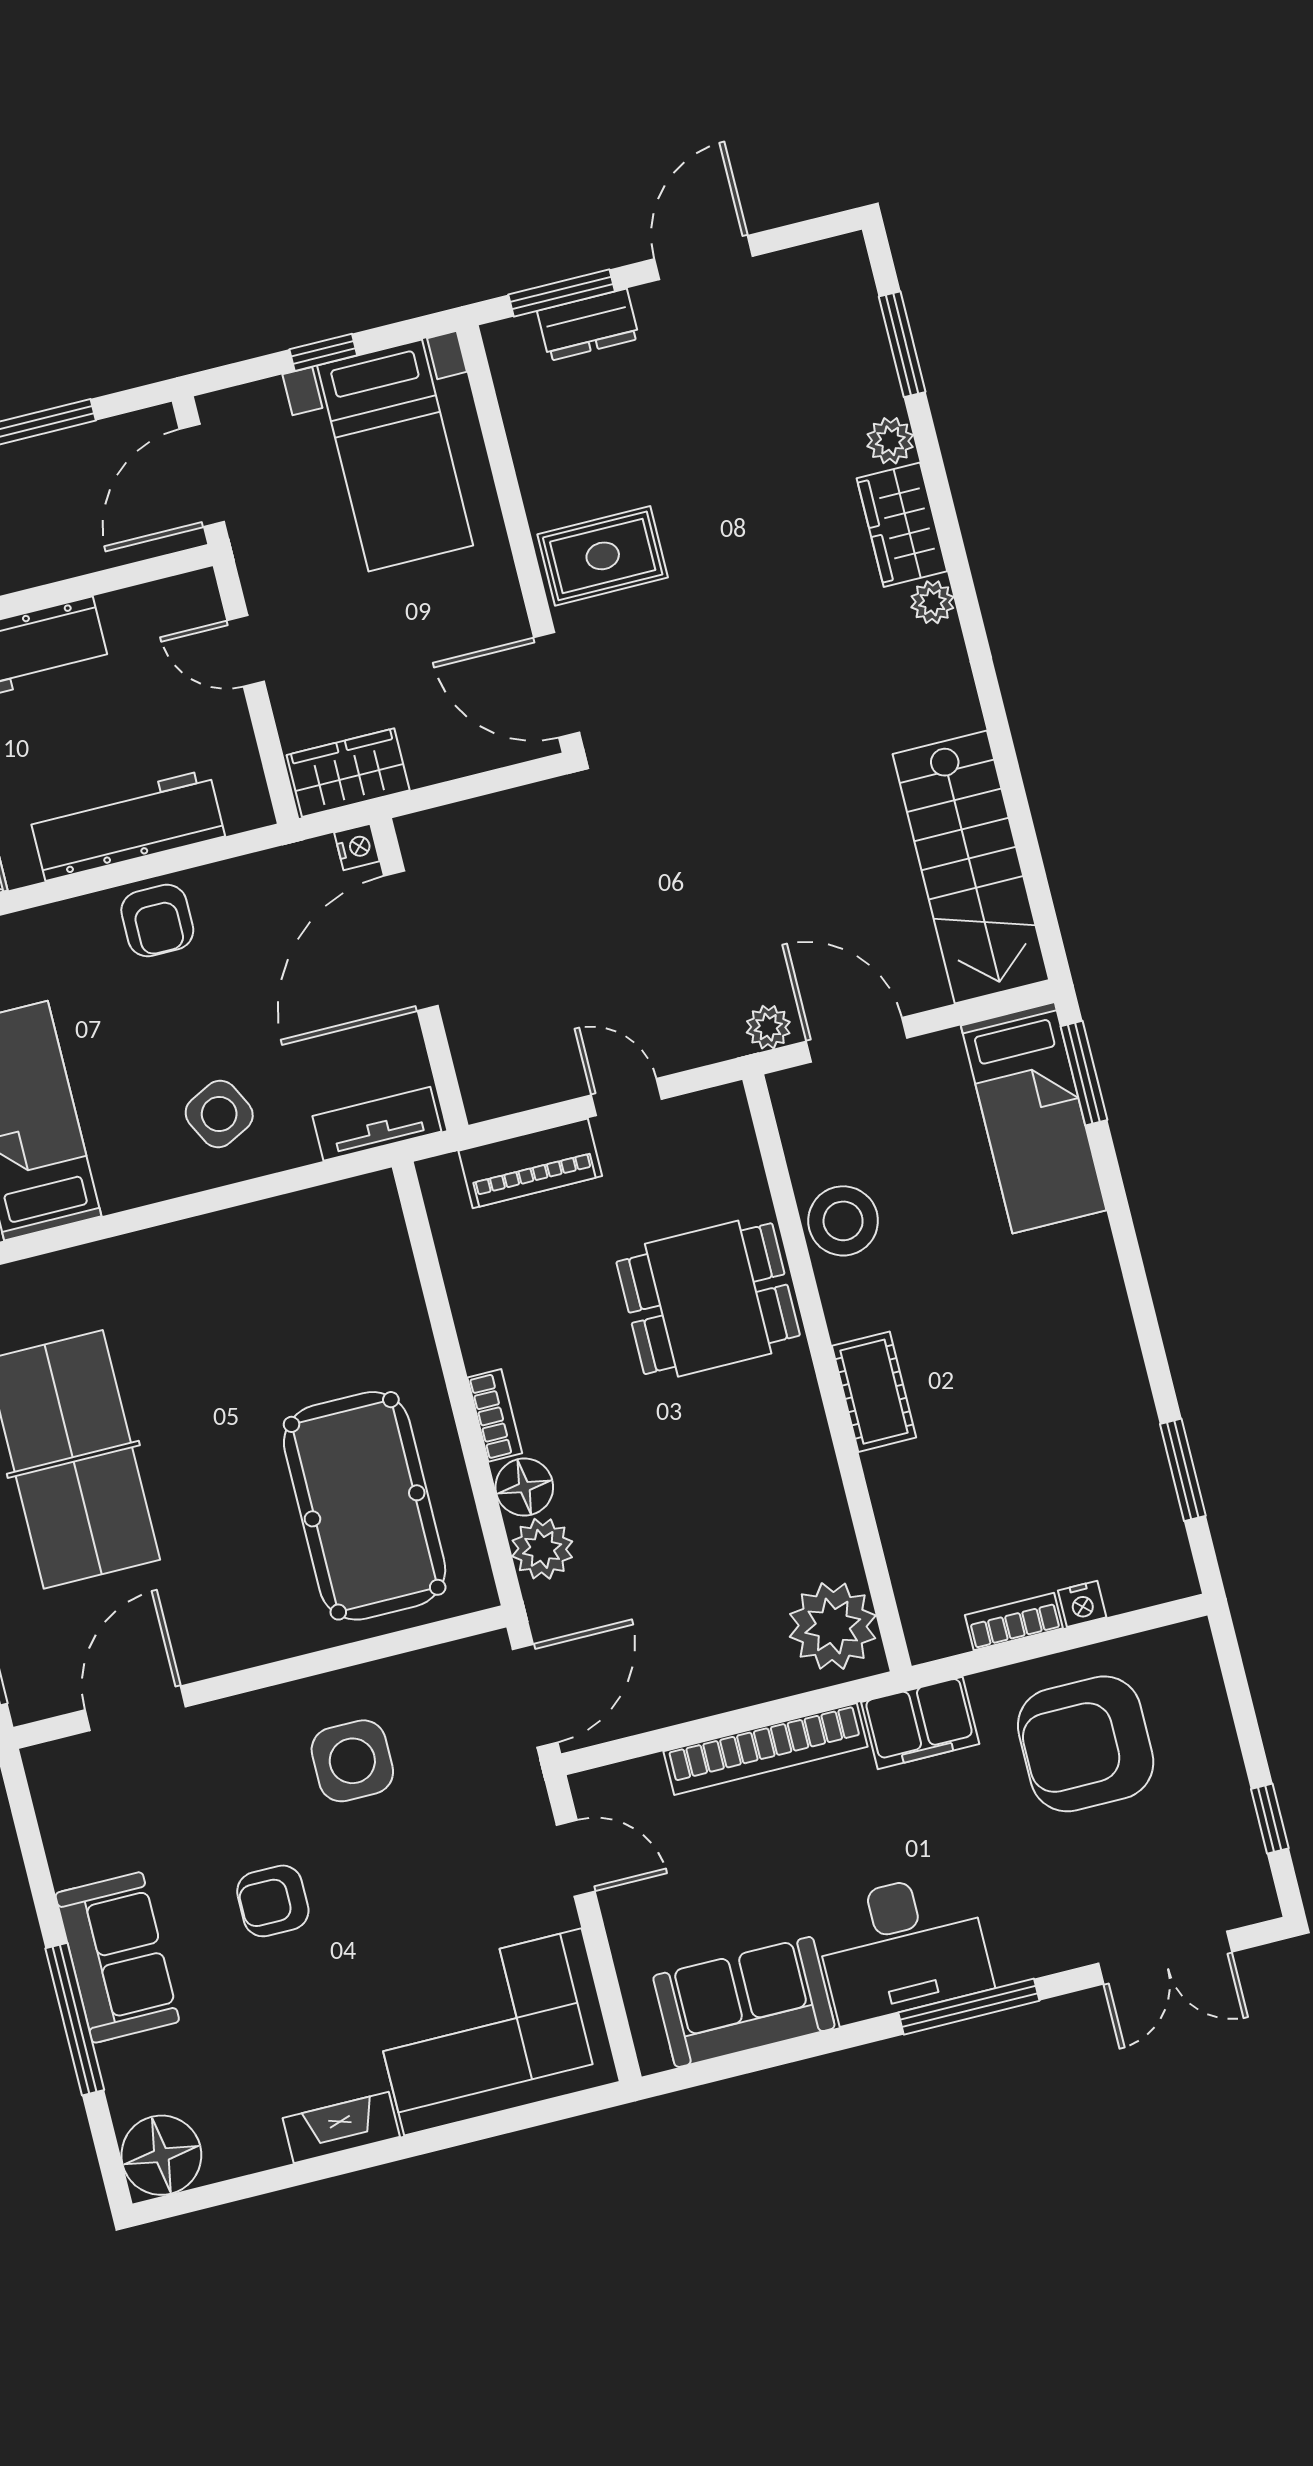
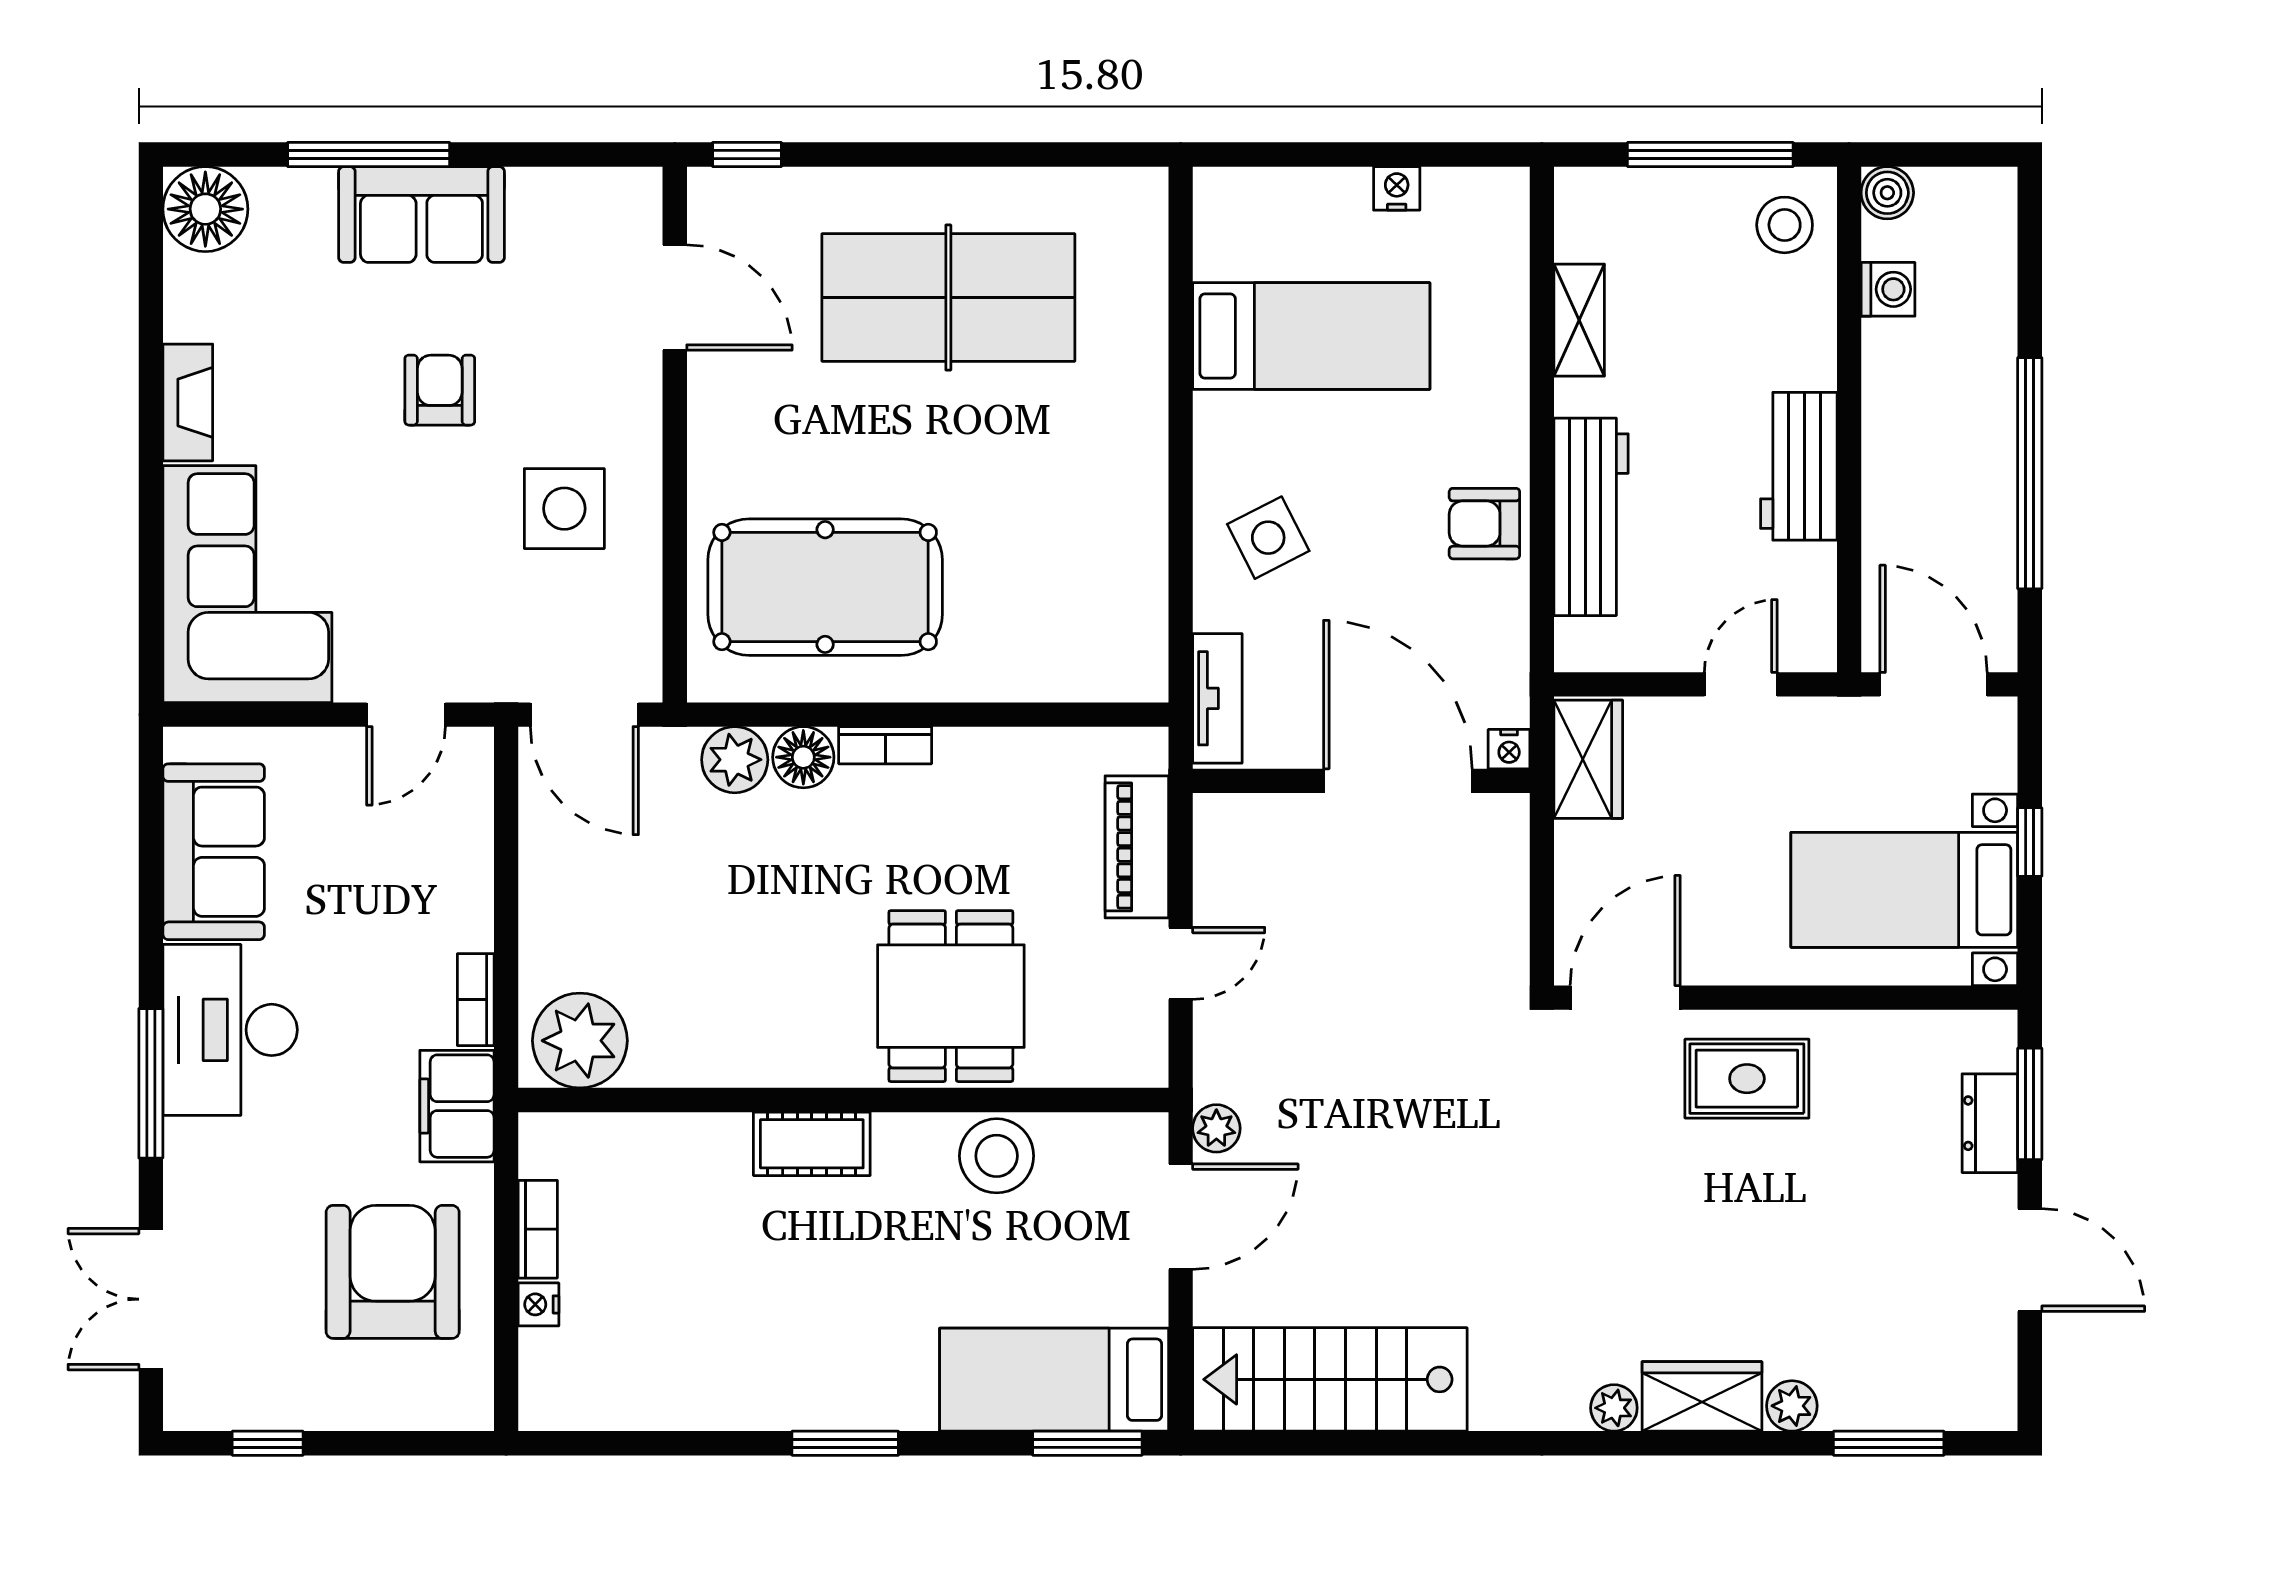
rug: (603, 556) -> (1747, 1079), turned 90
window: (1183, 1470) -> (845, 1443), moved
bookcase: (766, 1749) -> (476, 1000), width x0.43, depth x0.76

